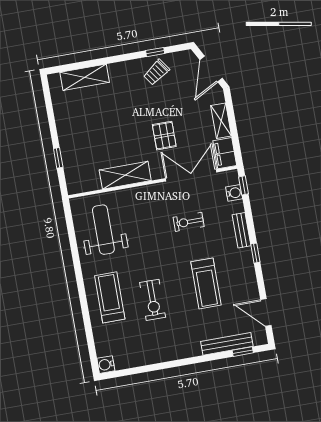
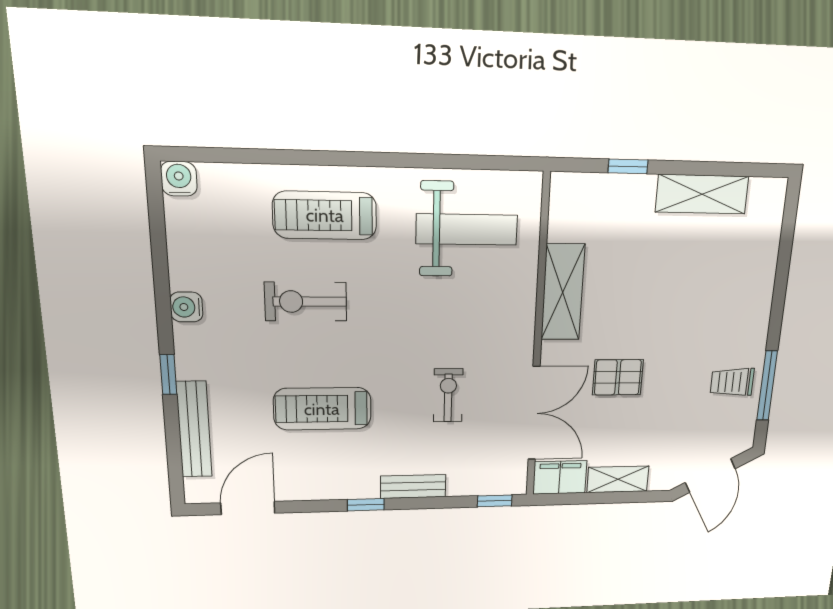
window: (155, 52) -> (767, 386), width x2.17
door: (211, 69) -> (710, 476), swing flipped
trolley: (156, 72) -> (732, 382), turned -55
shelving: (85, 77) -> (702, 194), moved, turned 90
water cooler: (234, 193) -> (186, 307), moved, turned 90
treadmill: (110, 297) -> (325, 215), turned 180
window: (243, 352) -> (168, 375), moved

